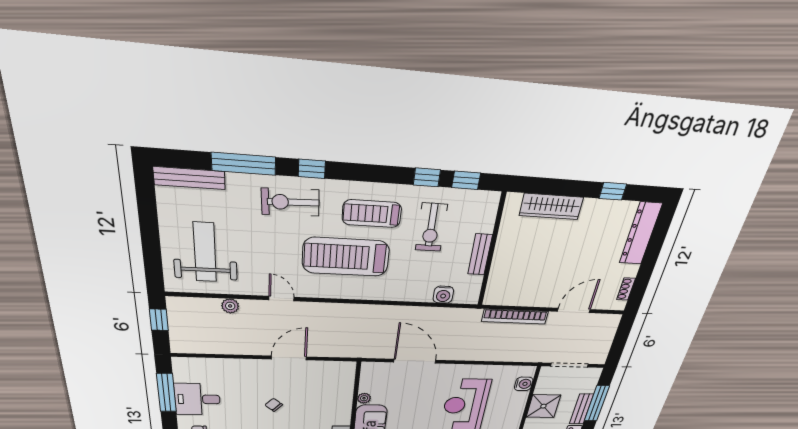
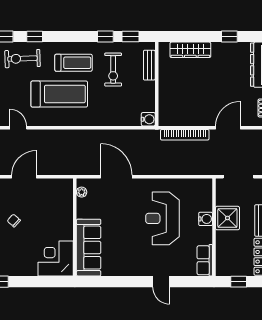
treadmill: (372, 214) -> (74, 63), turned 180
bench: (480, 255) -> (149, 65), moved
treadmill: (346, 257) -> (59, 94), turned 180
water cooler: (443, 295) -> (148, 119), moved, turned -90
water cooler: (524, 384) -> (206, 219), moved
plant: (364, 398) -> (82, 192), moved

